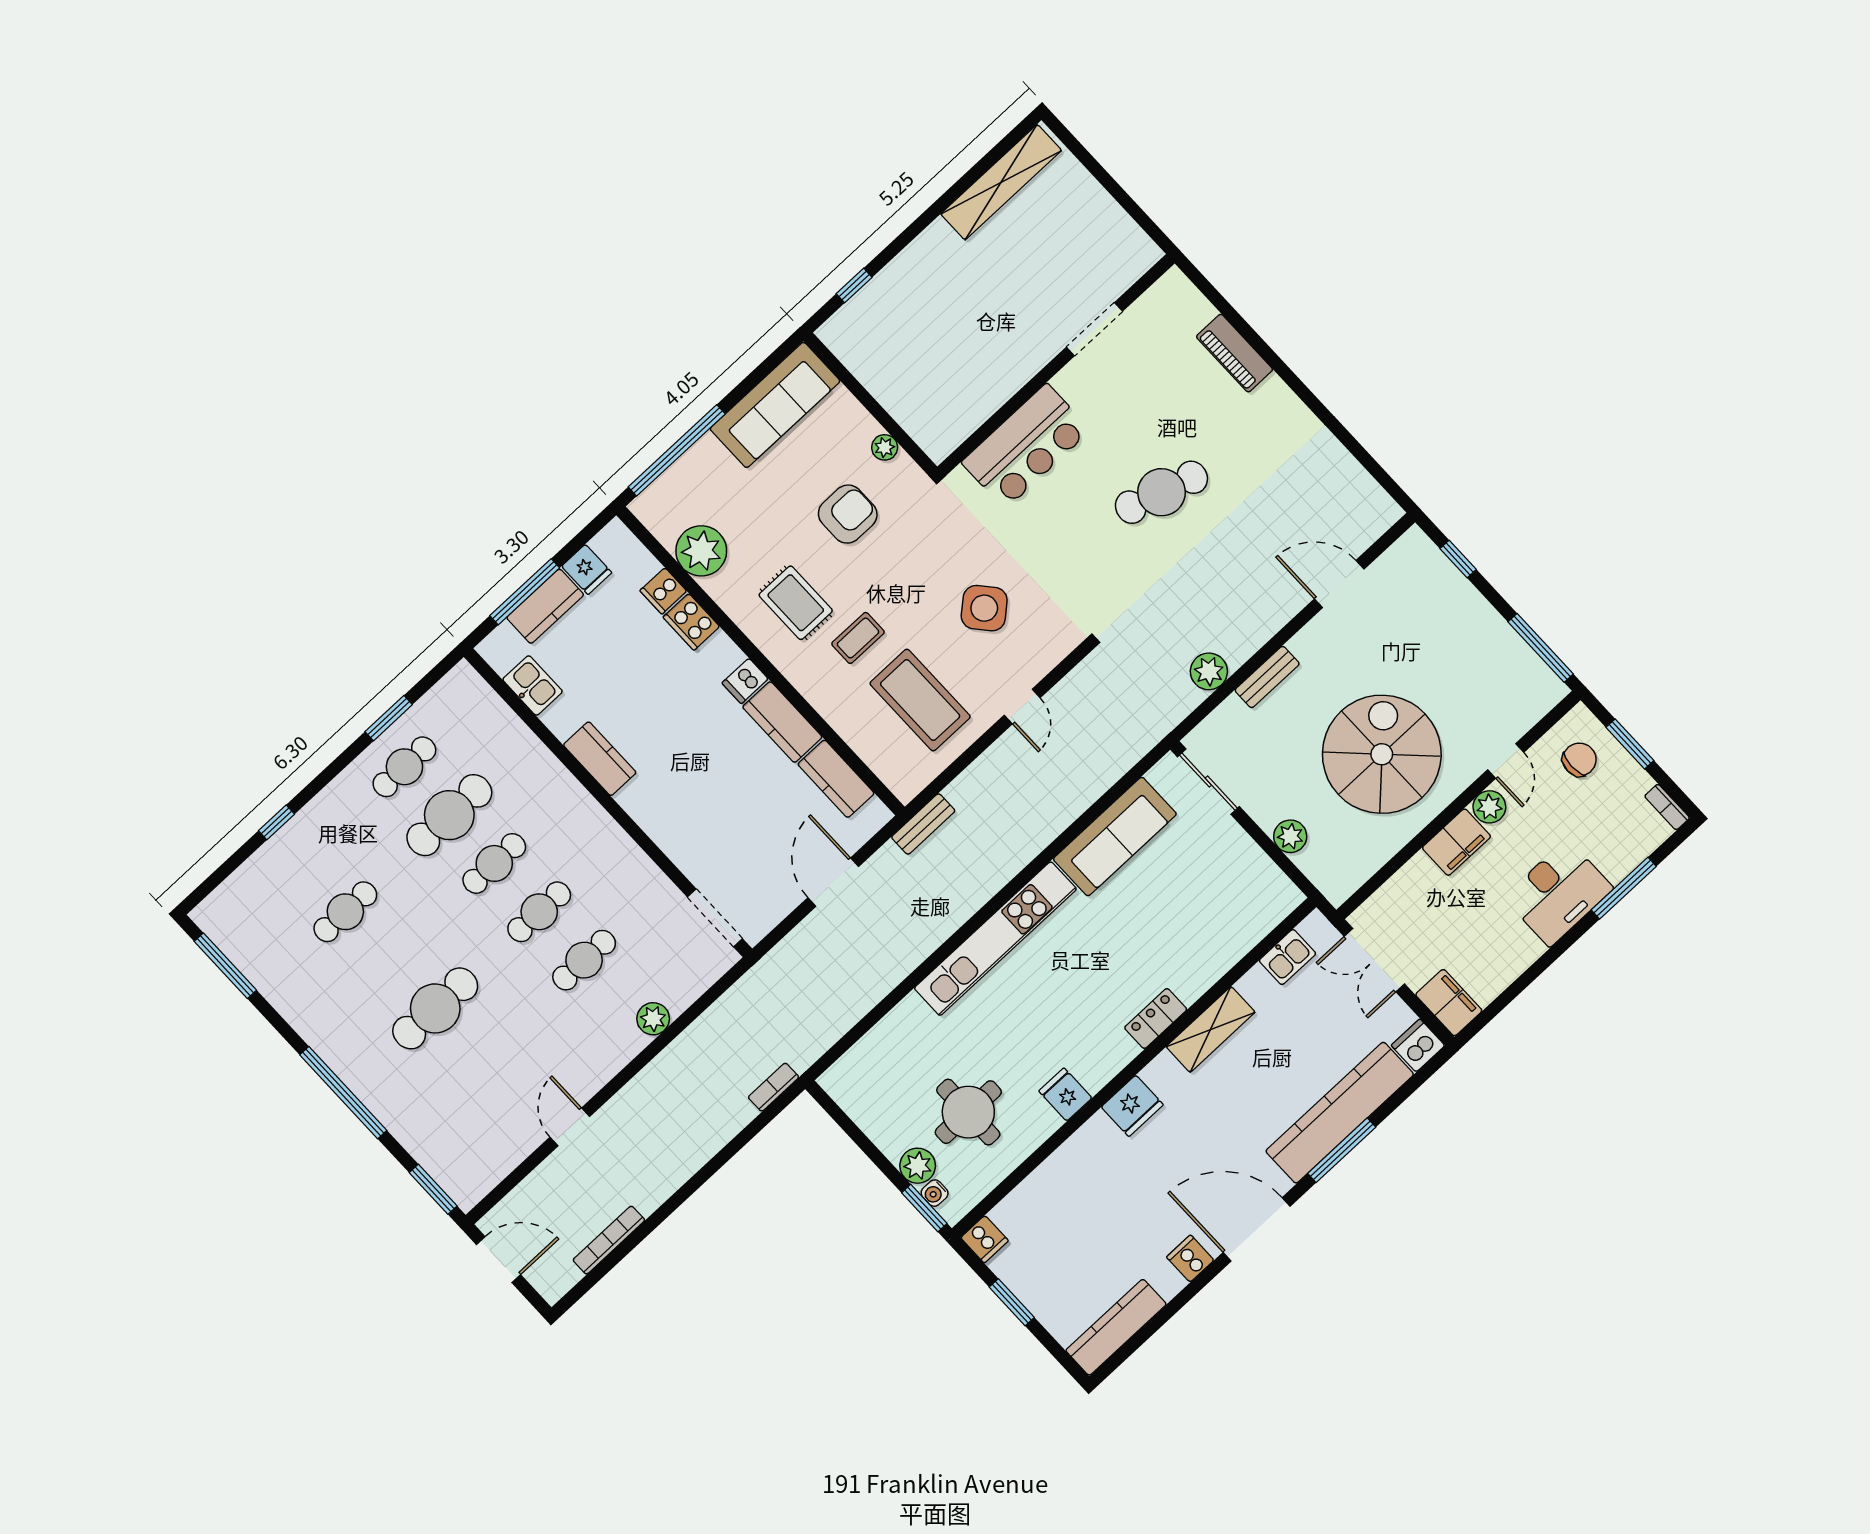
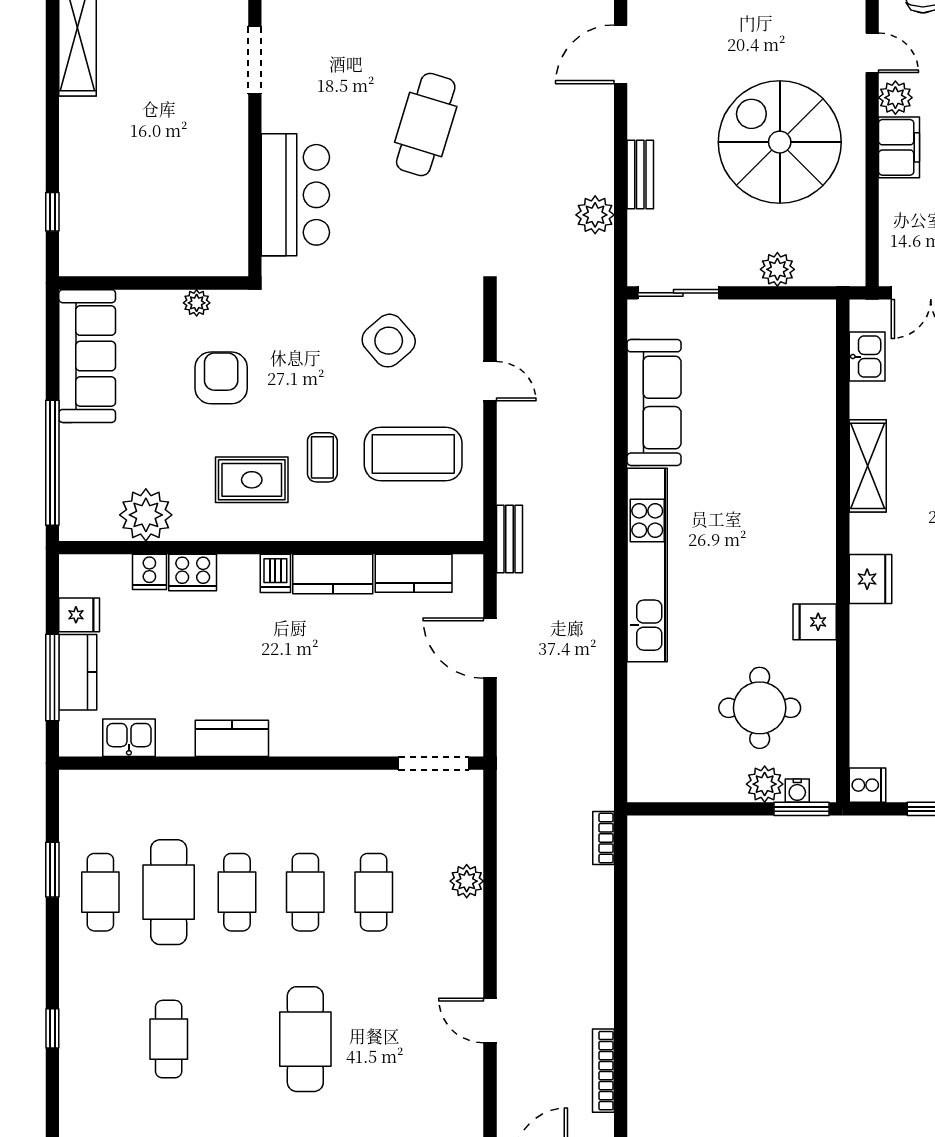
locker: (1156, 1018) -> (821, 500), removed

